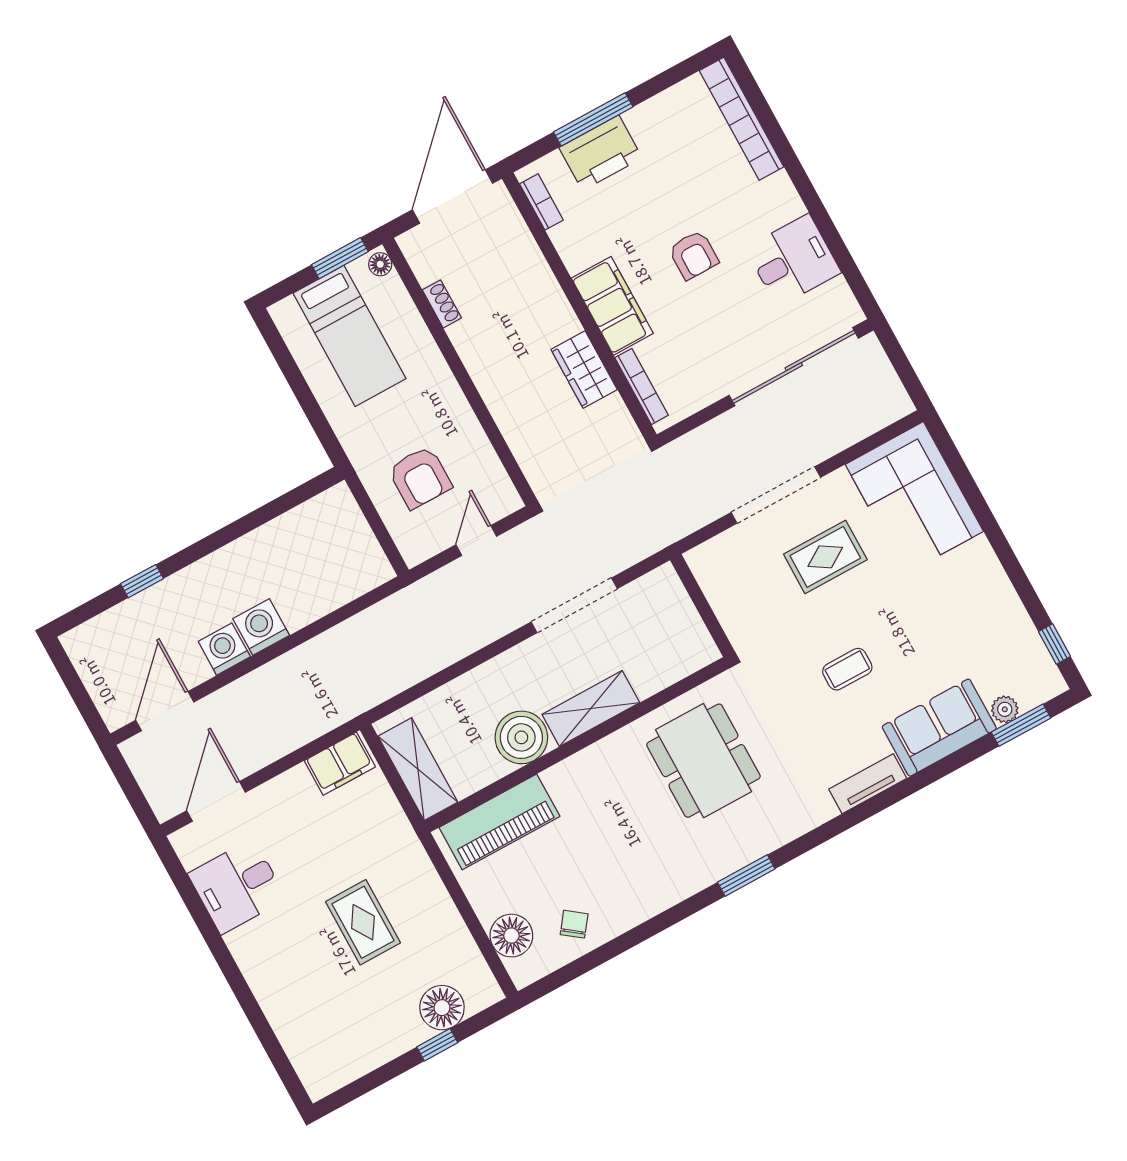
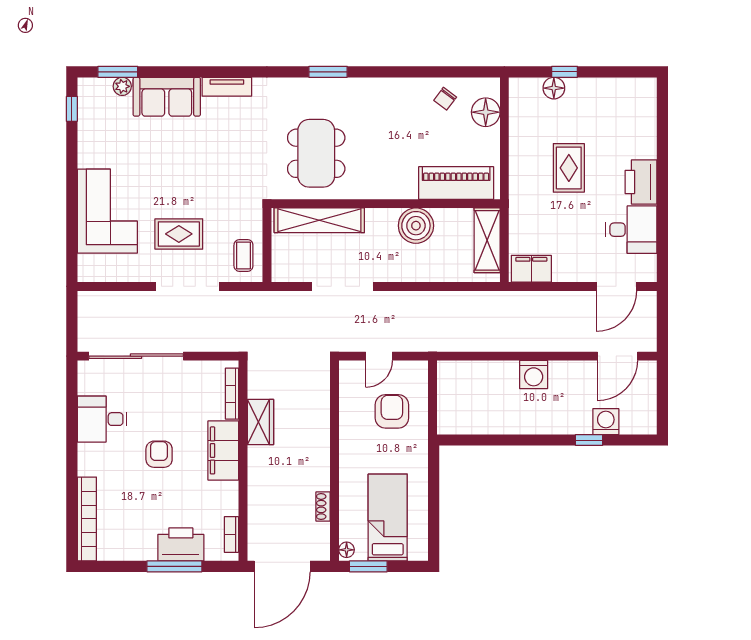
corner sofa: (914, 498) -> (107, 211), moved
washing machine: (224, 649) -> (606, 422), moved, turned 180
coffee table: (847, 669) -> (243, 255), moved, turned 90
shelving: (591, 709) -> (319, 220), moved, width x1.47
printer: (259, 955) -> (641, 182), added
floor lamp: (442, 1008) -> (554, 88), width x0.73, depth x0.73

